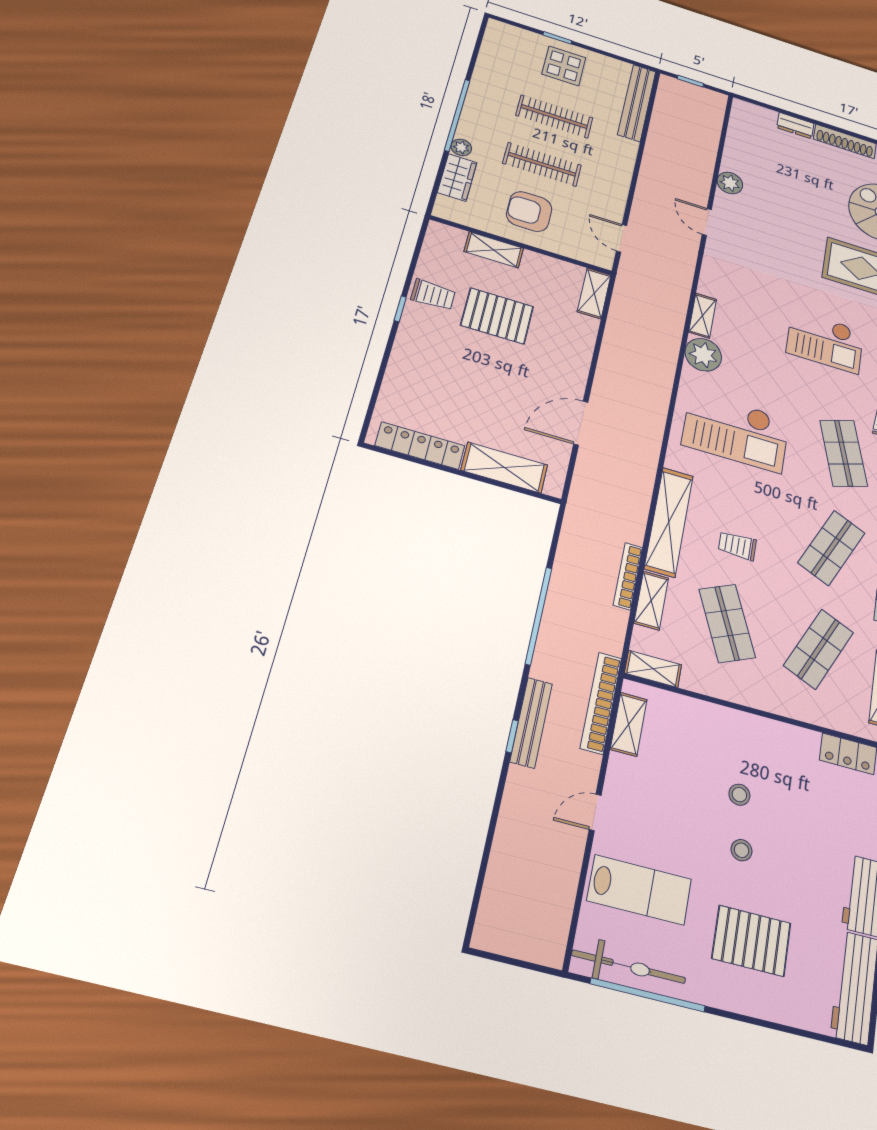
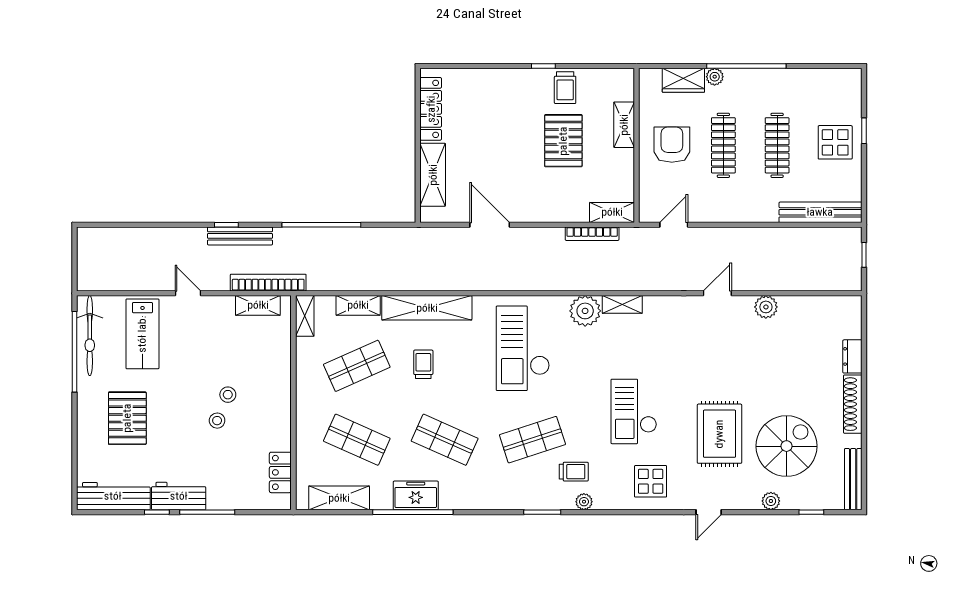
bookcase: (628, 576) -> (592, 234), moved, turned 180
stool: (742, 850) -> (217, 421), moved

